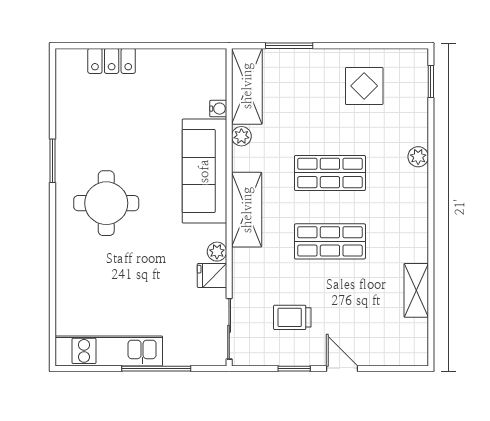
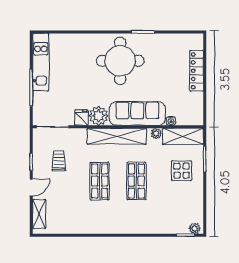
locker: (112, 61) -> (197, 71), width x1.53
display table: (364, 86) -> (182, 171), moved
plant: (418, 157) -> (195, 228), moved
round table: (106, 203) -> (120, 61), width x1.36, depth x1.36
shelving: (247, 210) -> (117, 136), width x1.47
plant: (217, 252) -> (99, 116), width x1.88, depth x1.88
shelving: (416, 290) -> (39, 214), moved, turned 90

